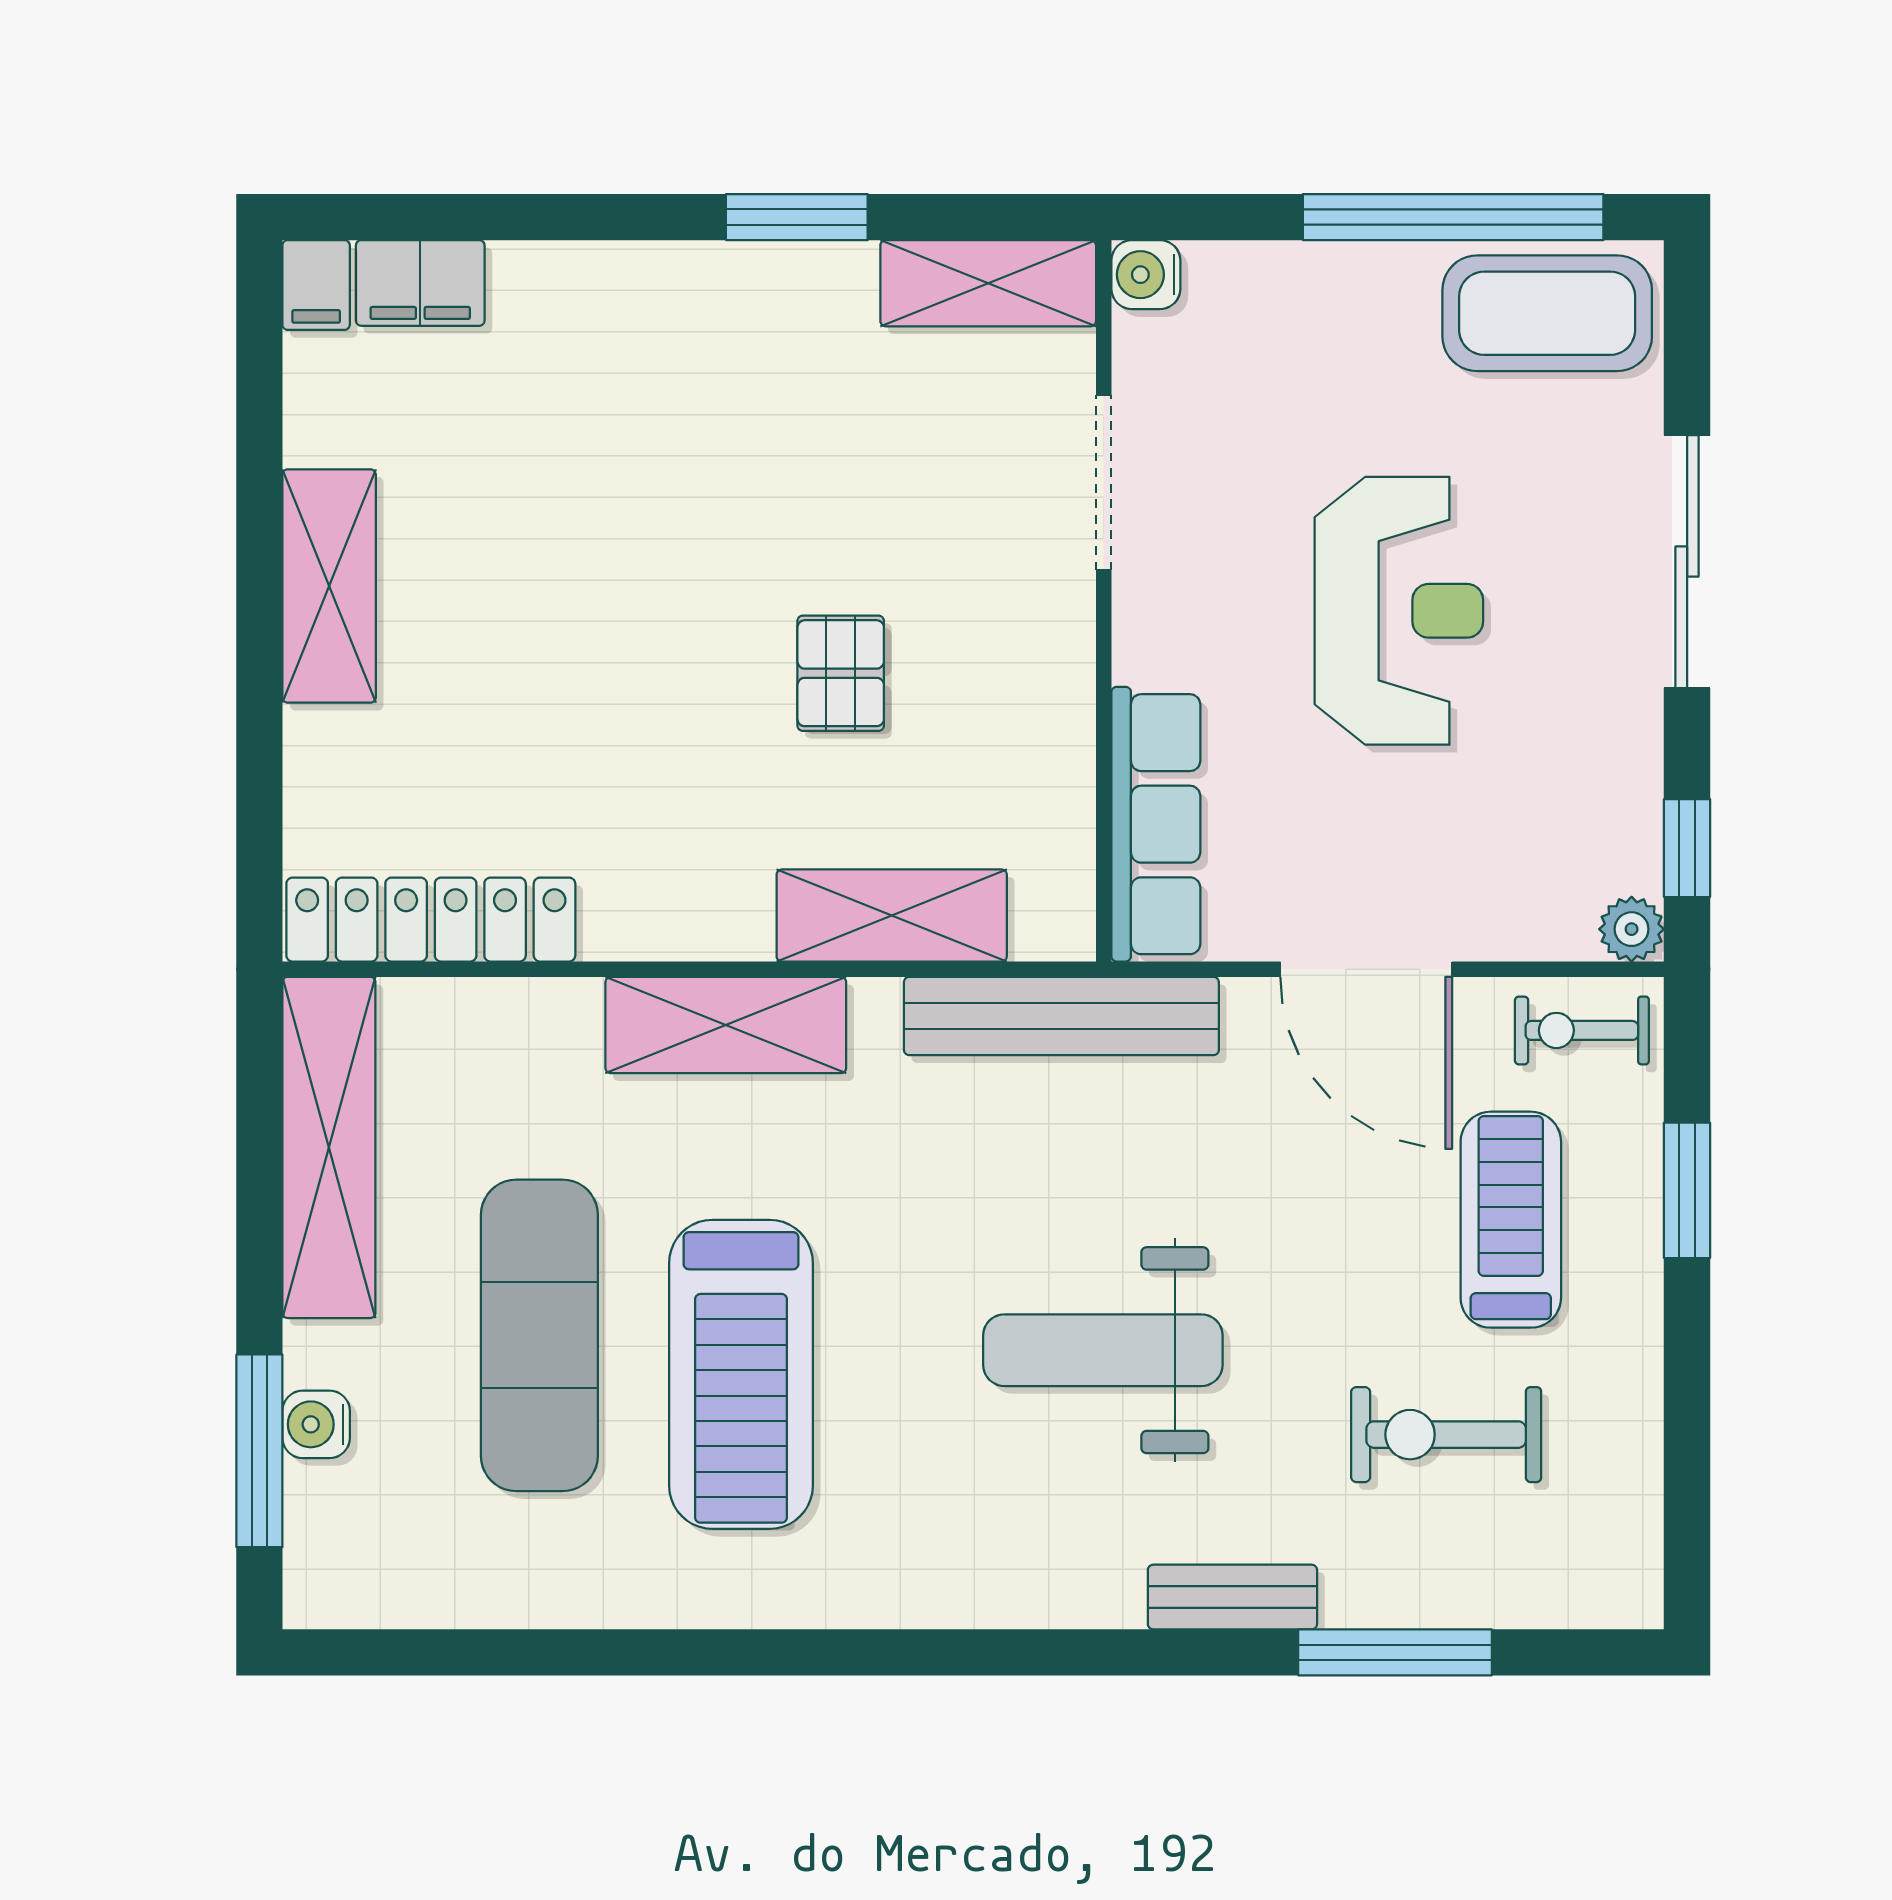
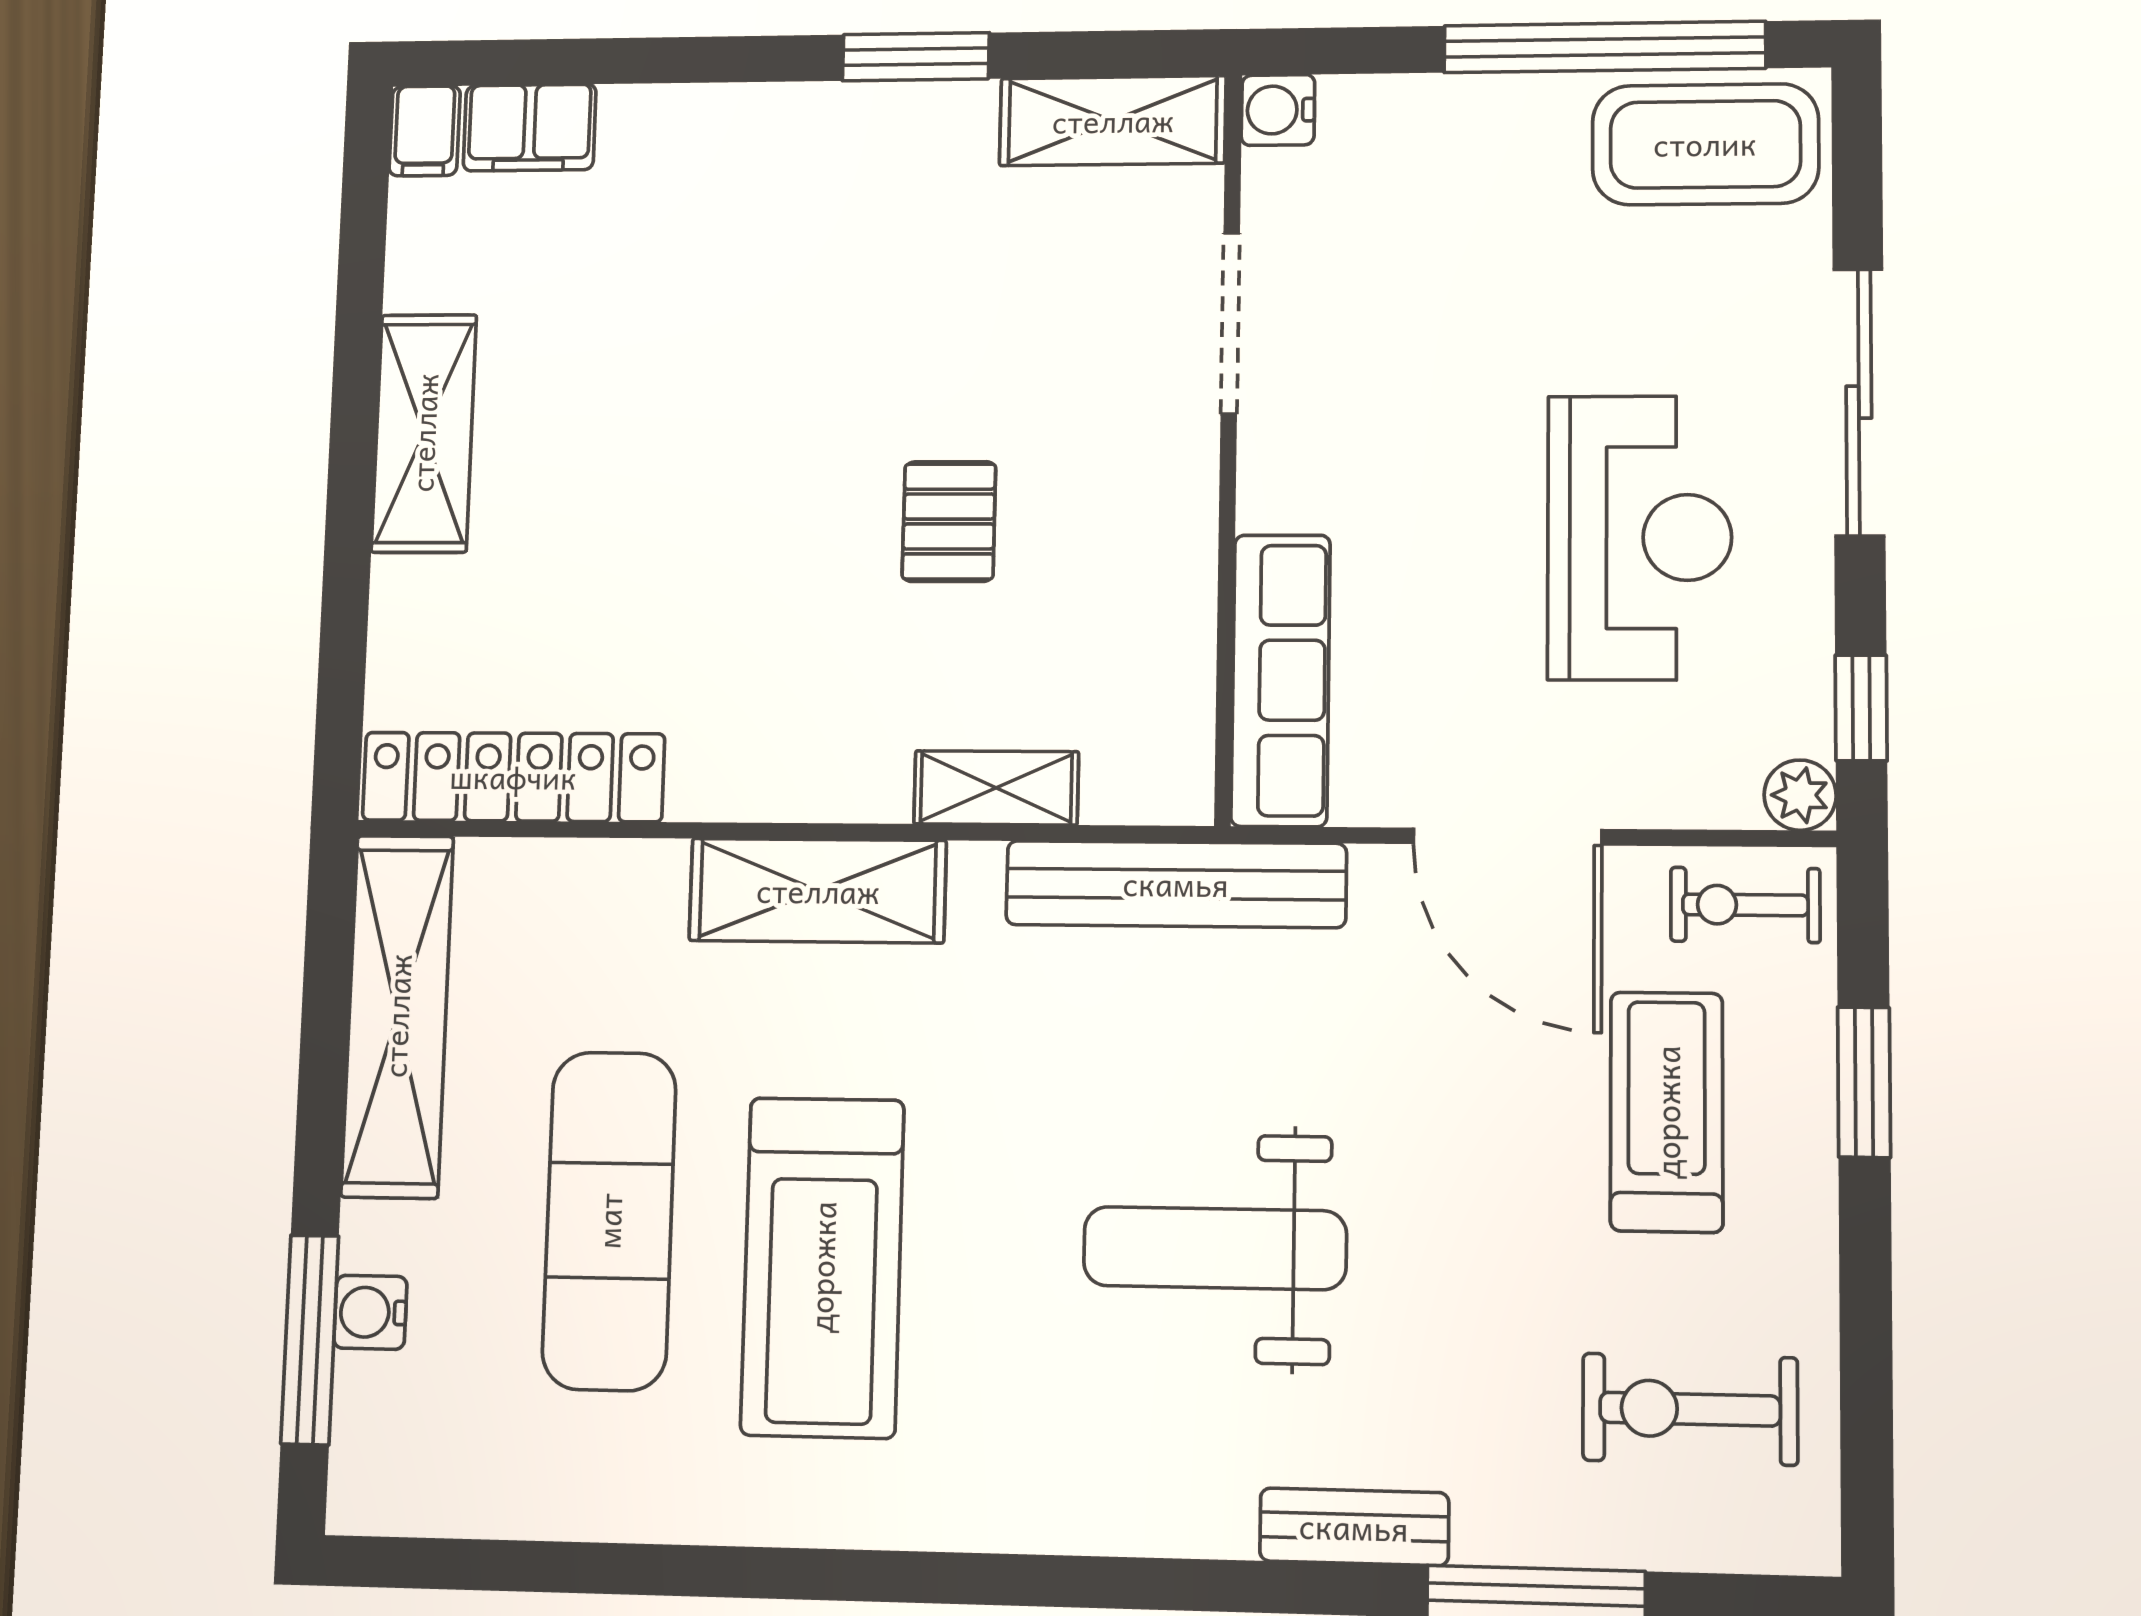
reception desk: (1399, 611) -> (1640, 537), moved
shelving: (892, 916) -> (996, 788), width x0.67, depth x0.75
exercise bike: (1446, 1435) -> (1690, 1409), moved

